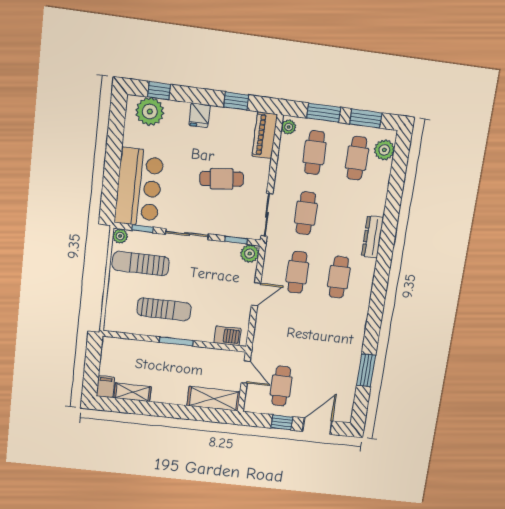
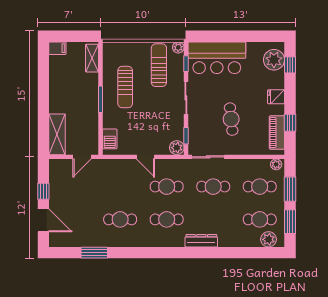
piano: (265, 135) -> (277, 133), moved, turned -90
cafe table: (281, 386) -> (120, 219), moved
shelving: (133, 392) -> (92, 58), moved

